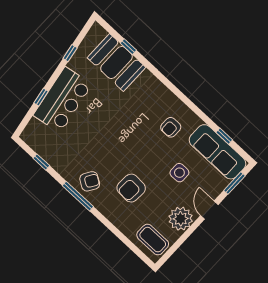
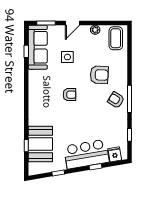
armchair: (171, 127) -> (70, 95), moved
fridge: (36, 128) -> (115, 154), added
plant: (181, 219) -> (95, 30), width x0.53, depth x0.53

